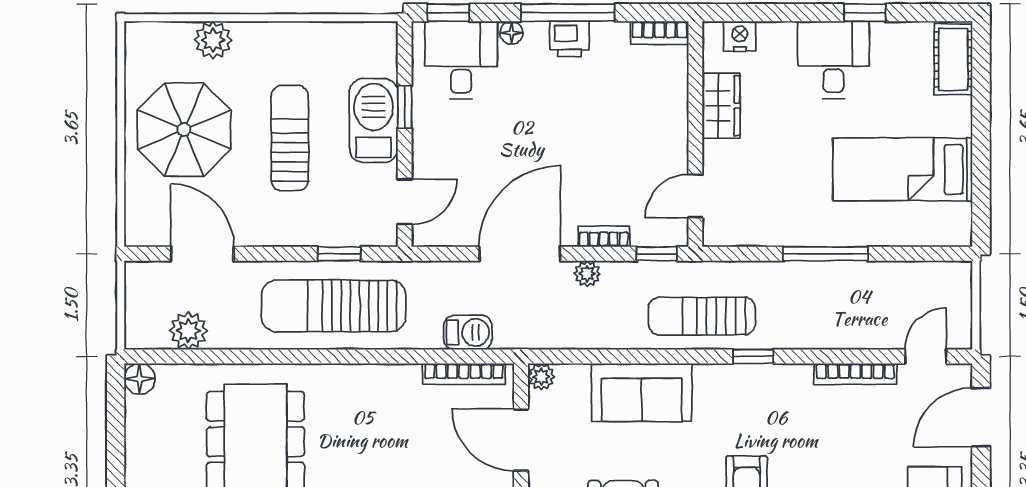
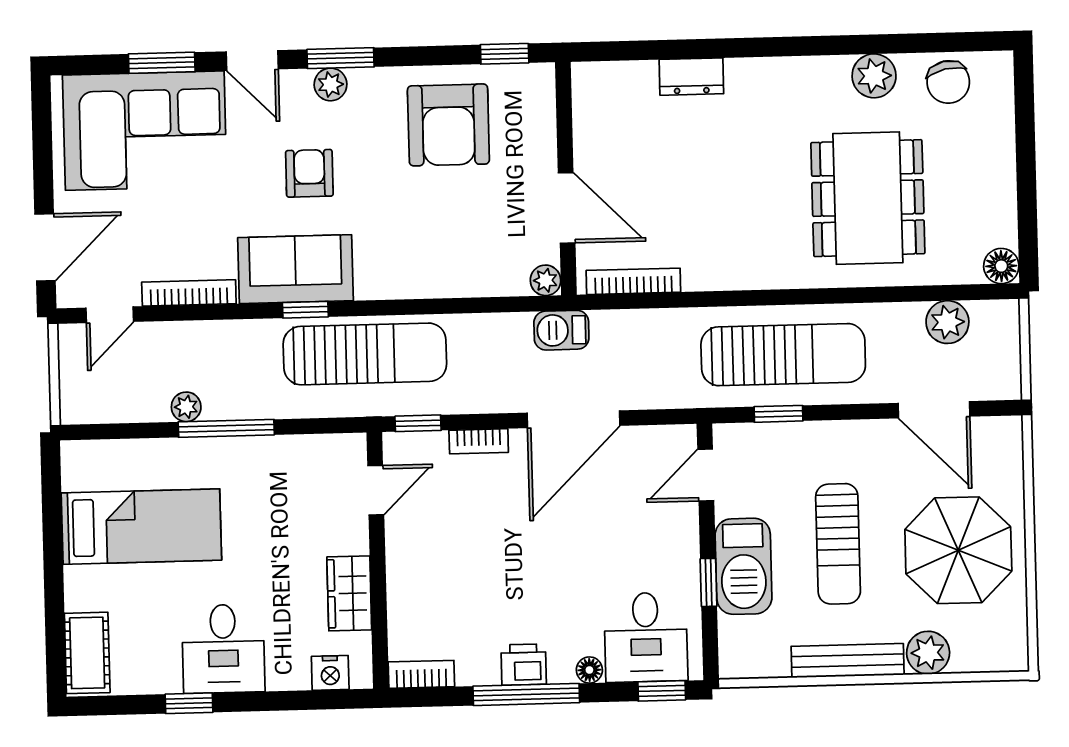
bench: (284, 35) -> (848, 661), added
plant: (587, 274) -> (186, 407), moved
sun lounger: (702, 316) -> (365, 354), width x1.36, depth x1.34
barbecue: (468, 332) -> (561, 330), moved
sofa: (642, 392) -> (295, 269), moved

